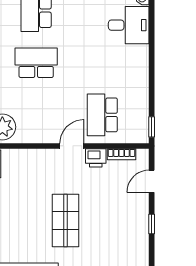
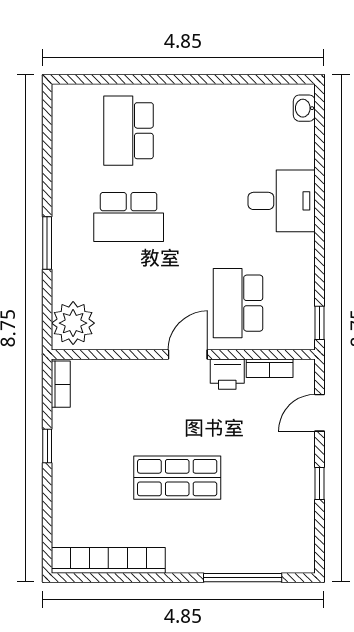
desk: (129, 25) -> (282, 201), moved
school desk: (36, 63) -> (129, 217), turned 180
shop shelf: (66, 220) -> (177, 478), turned 90

